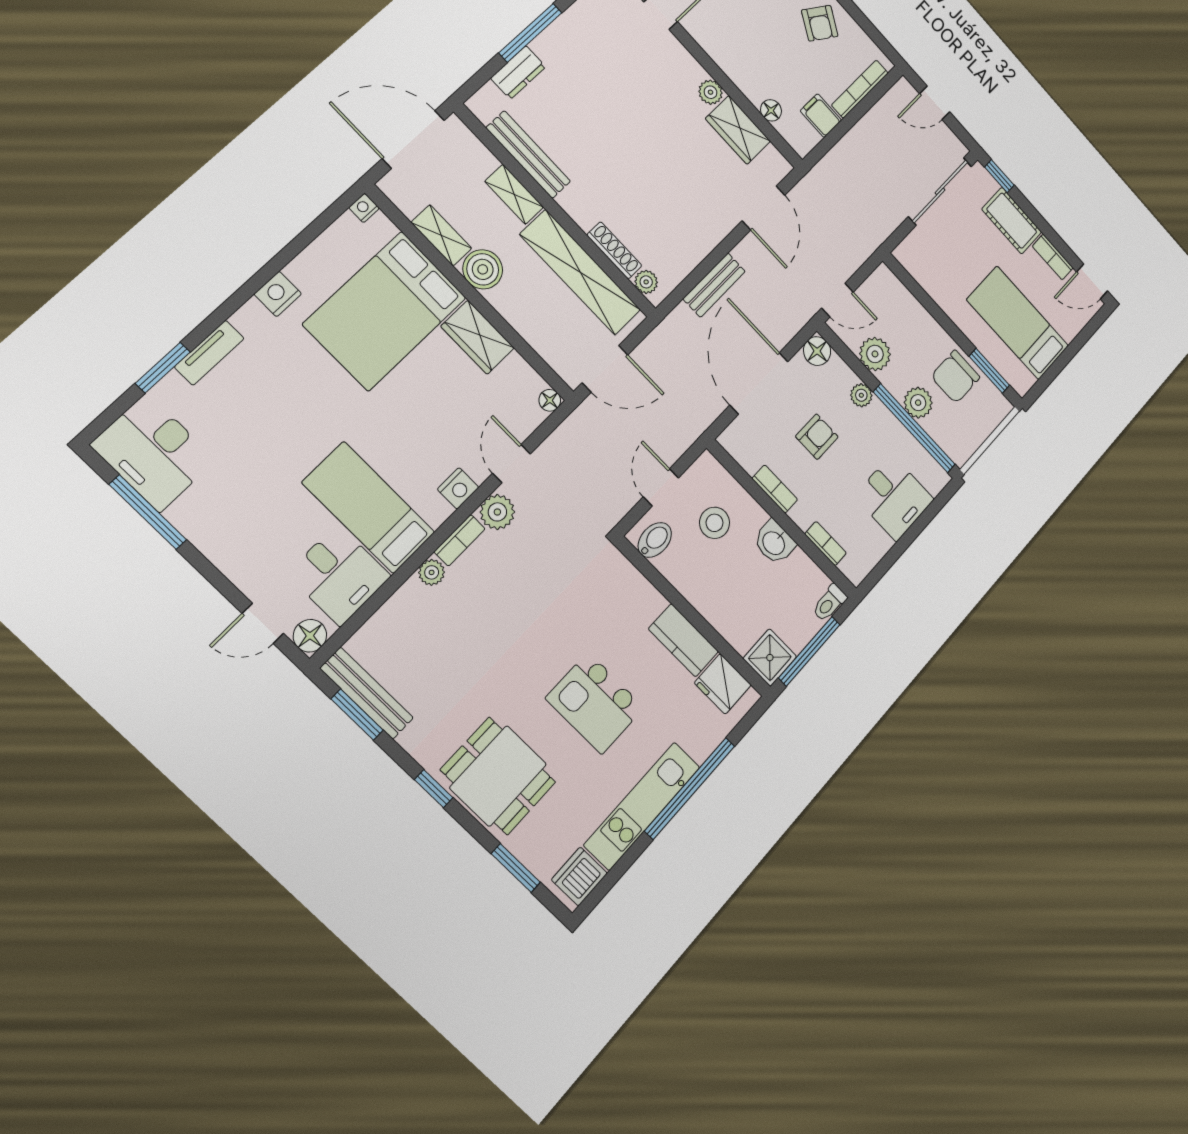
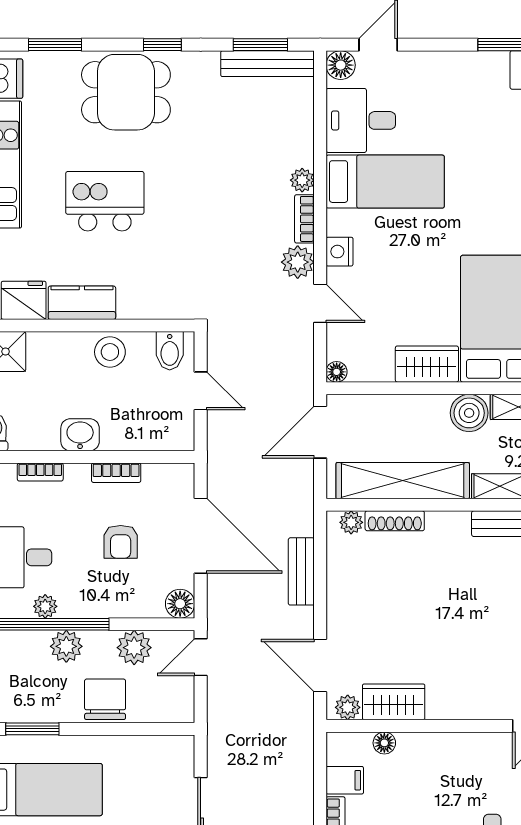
plant: (710, 92) -> (348, 707), moved
chair: (955, 377) -> (105, 699), moved
plant: (861, 395) -> (45, 606), moved
stool: (714, 523) -> (110, 352), moved

